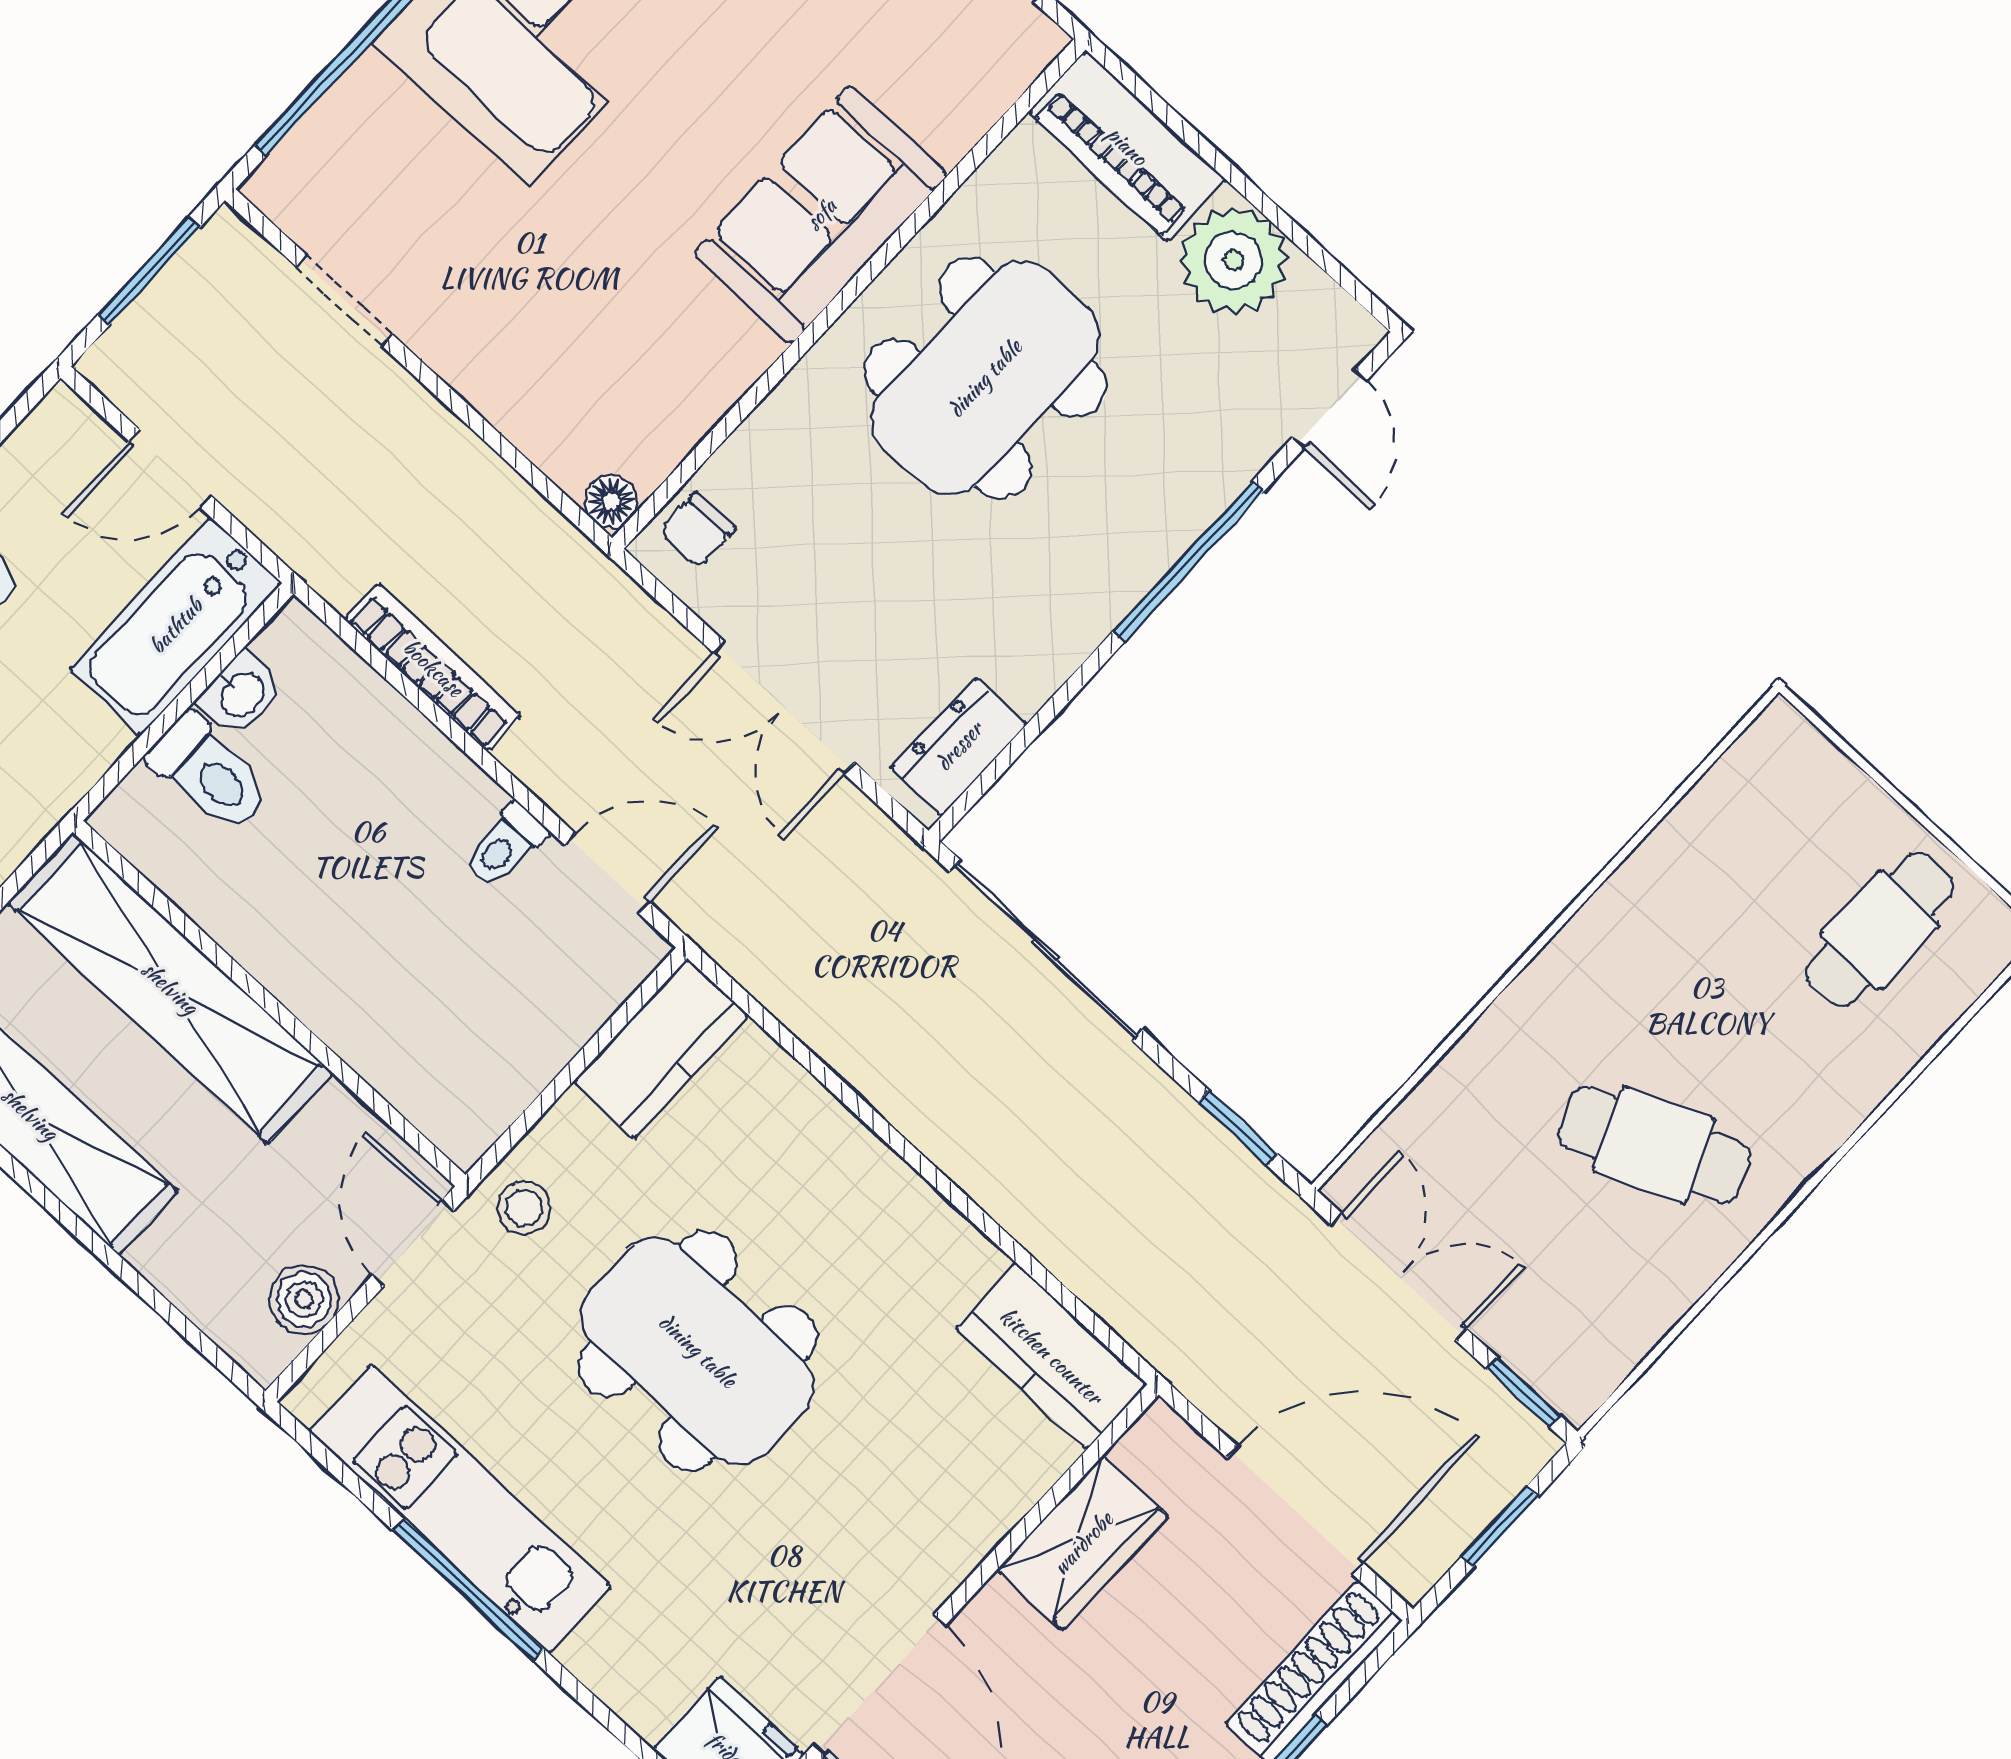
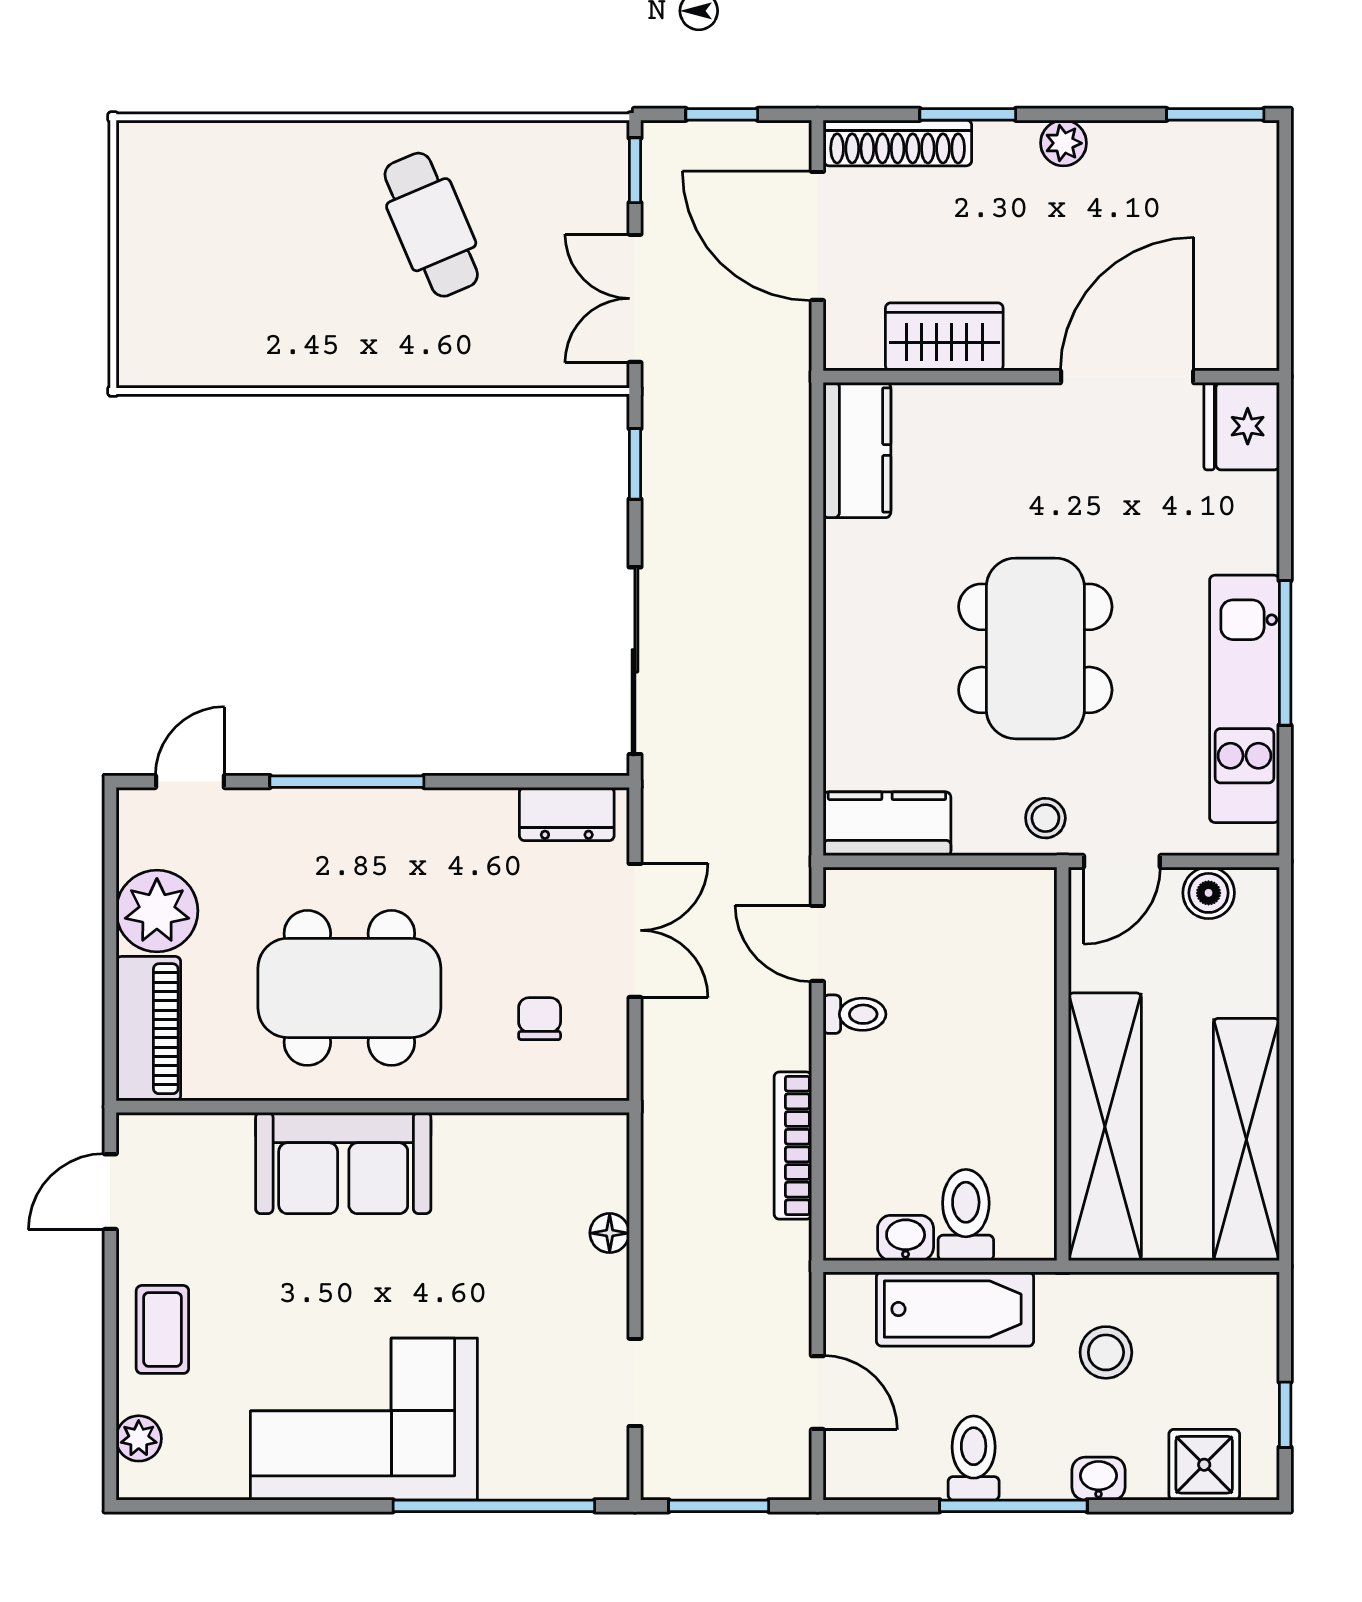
floor lamp: (611, 501) -> (610, 1233), moved
chair: (697, 529) -> (540, 1019), moved, turned -90
bathtub: (176, 626) -> (955, 1309), moved
cafe table: (1880, 930) -> (196, 210), removed

